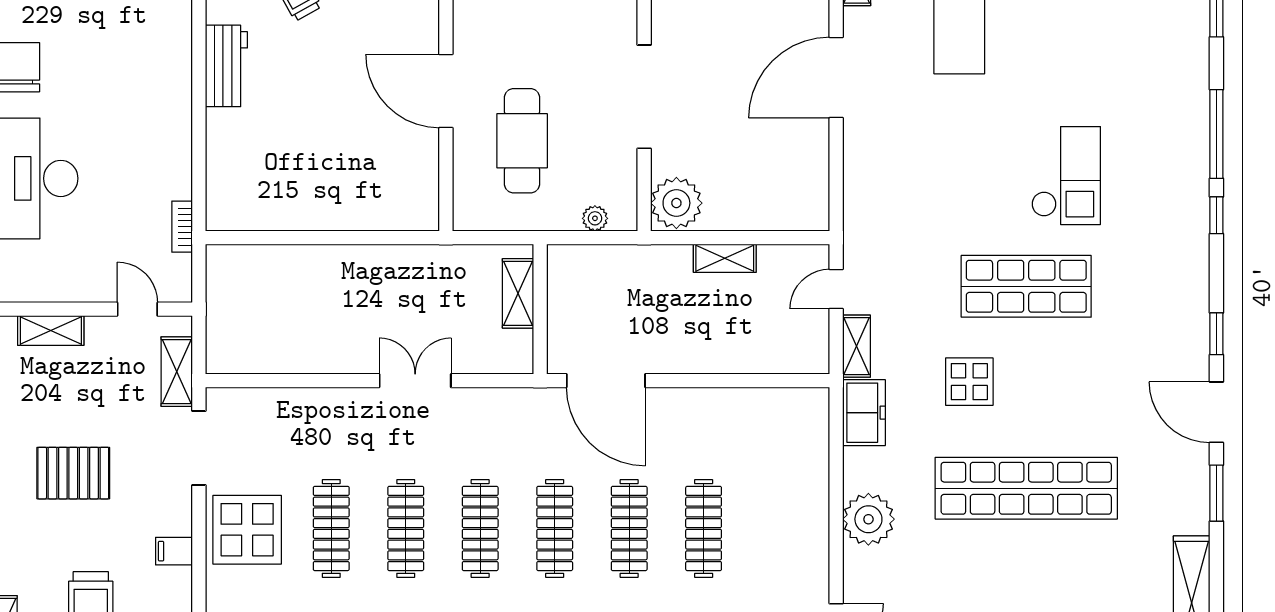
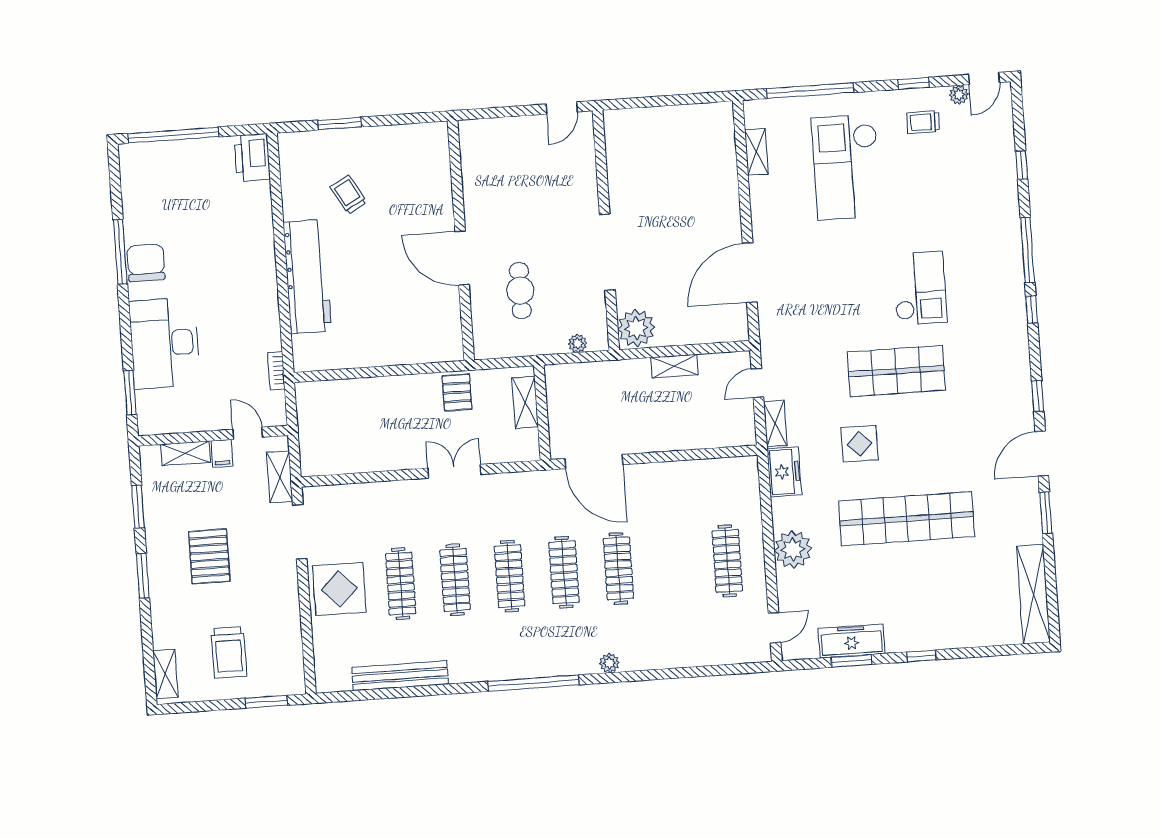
workbench: (226, 66) -> (307, 277), width x1.88, depth x1.32
door: (836, 78) -> (750, 273), moved
cafe table: (522, 141) -> (520, 291), width x0.73, depth x0.74
pallet: (426, 273) -> (457, 392), added
door: (1216, 412) -> (1042, 454), hinge flipped
pallet: (73, 473) -> (209, 556), turned 90
clothes rail: (704, 528) -> (727, 561), moved
filing cabinet: (174, 551) -> (222, 453), moved, turned -90

